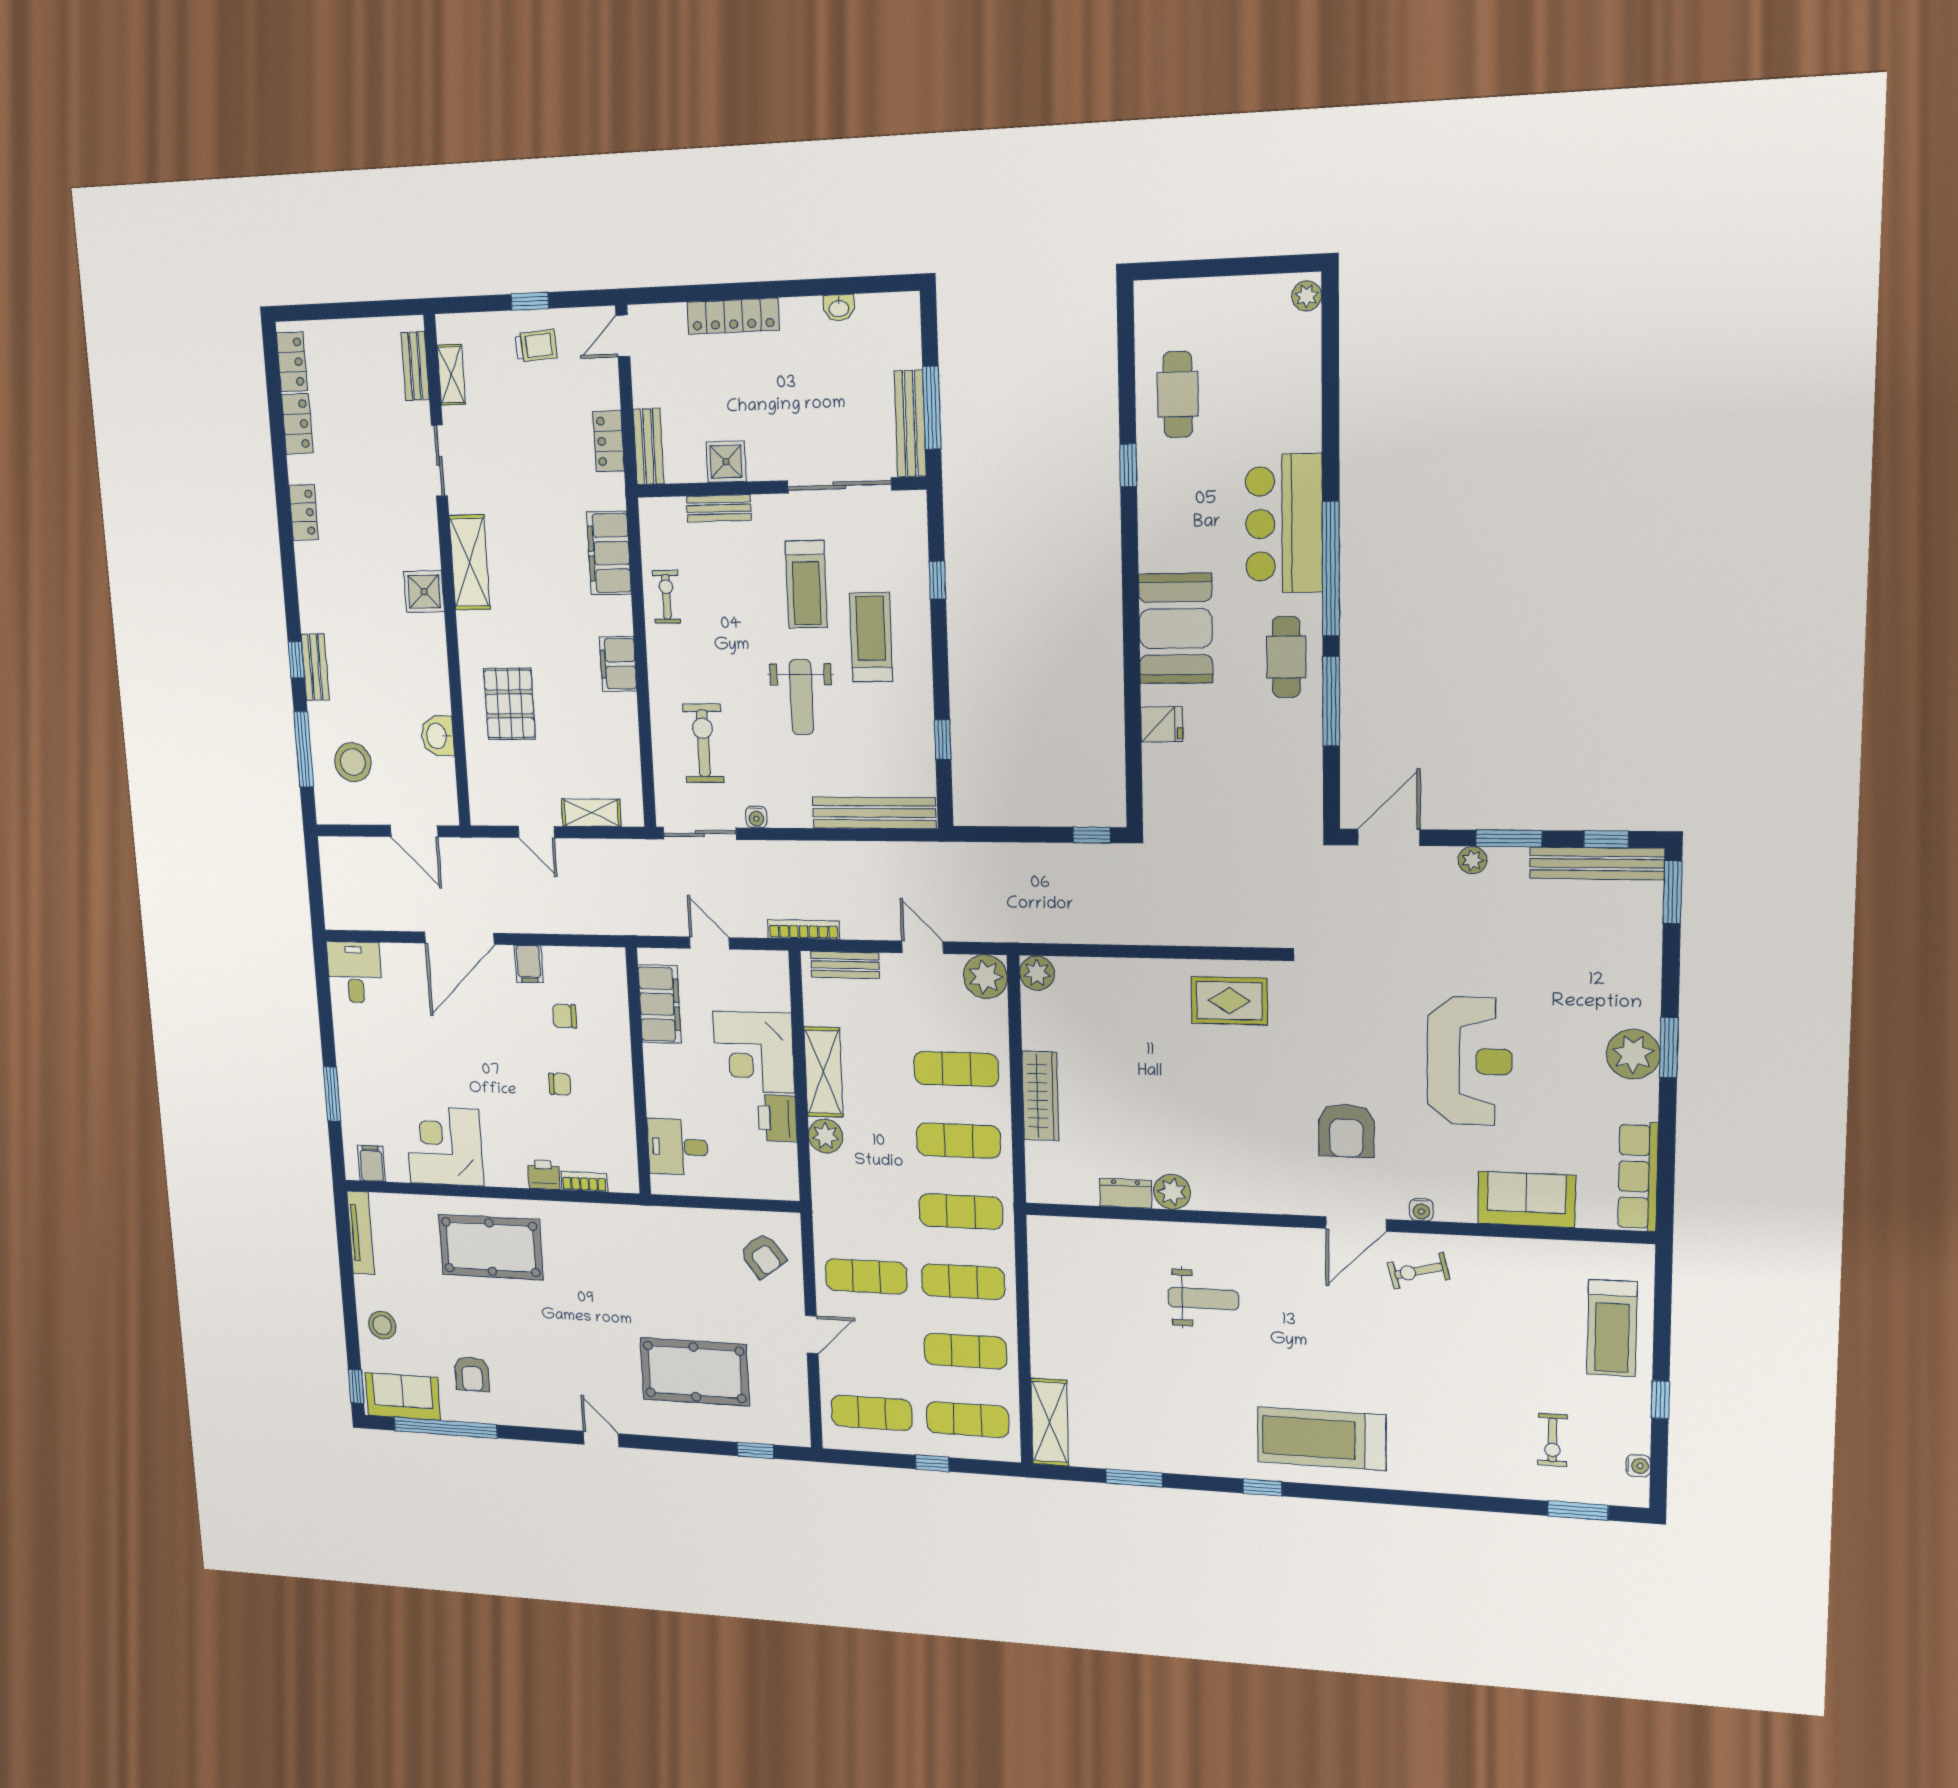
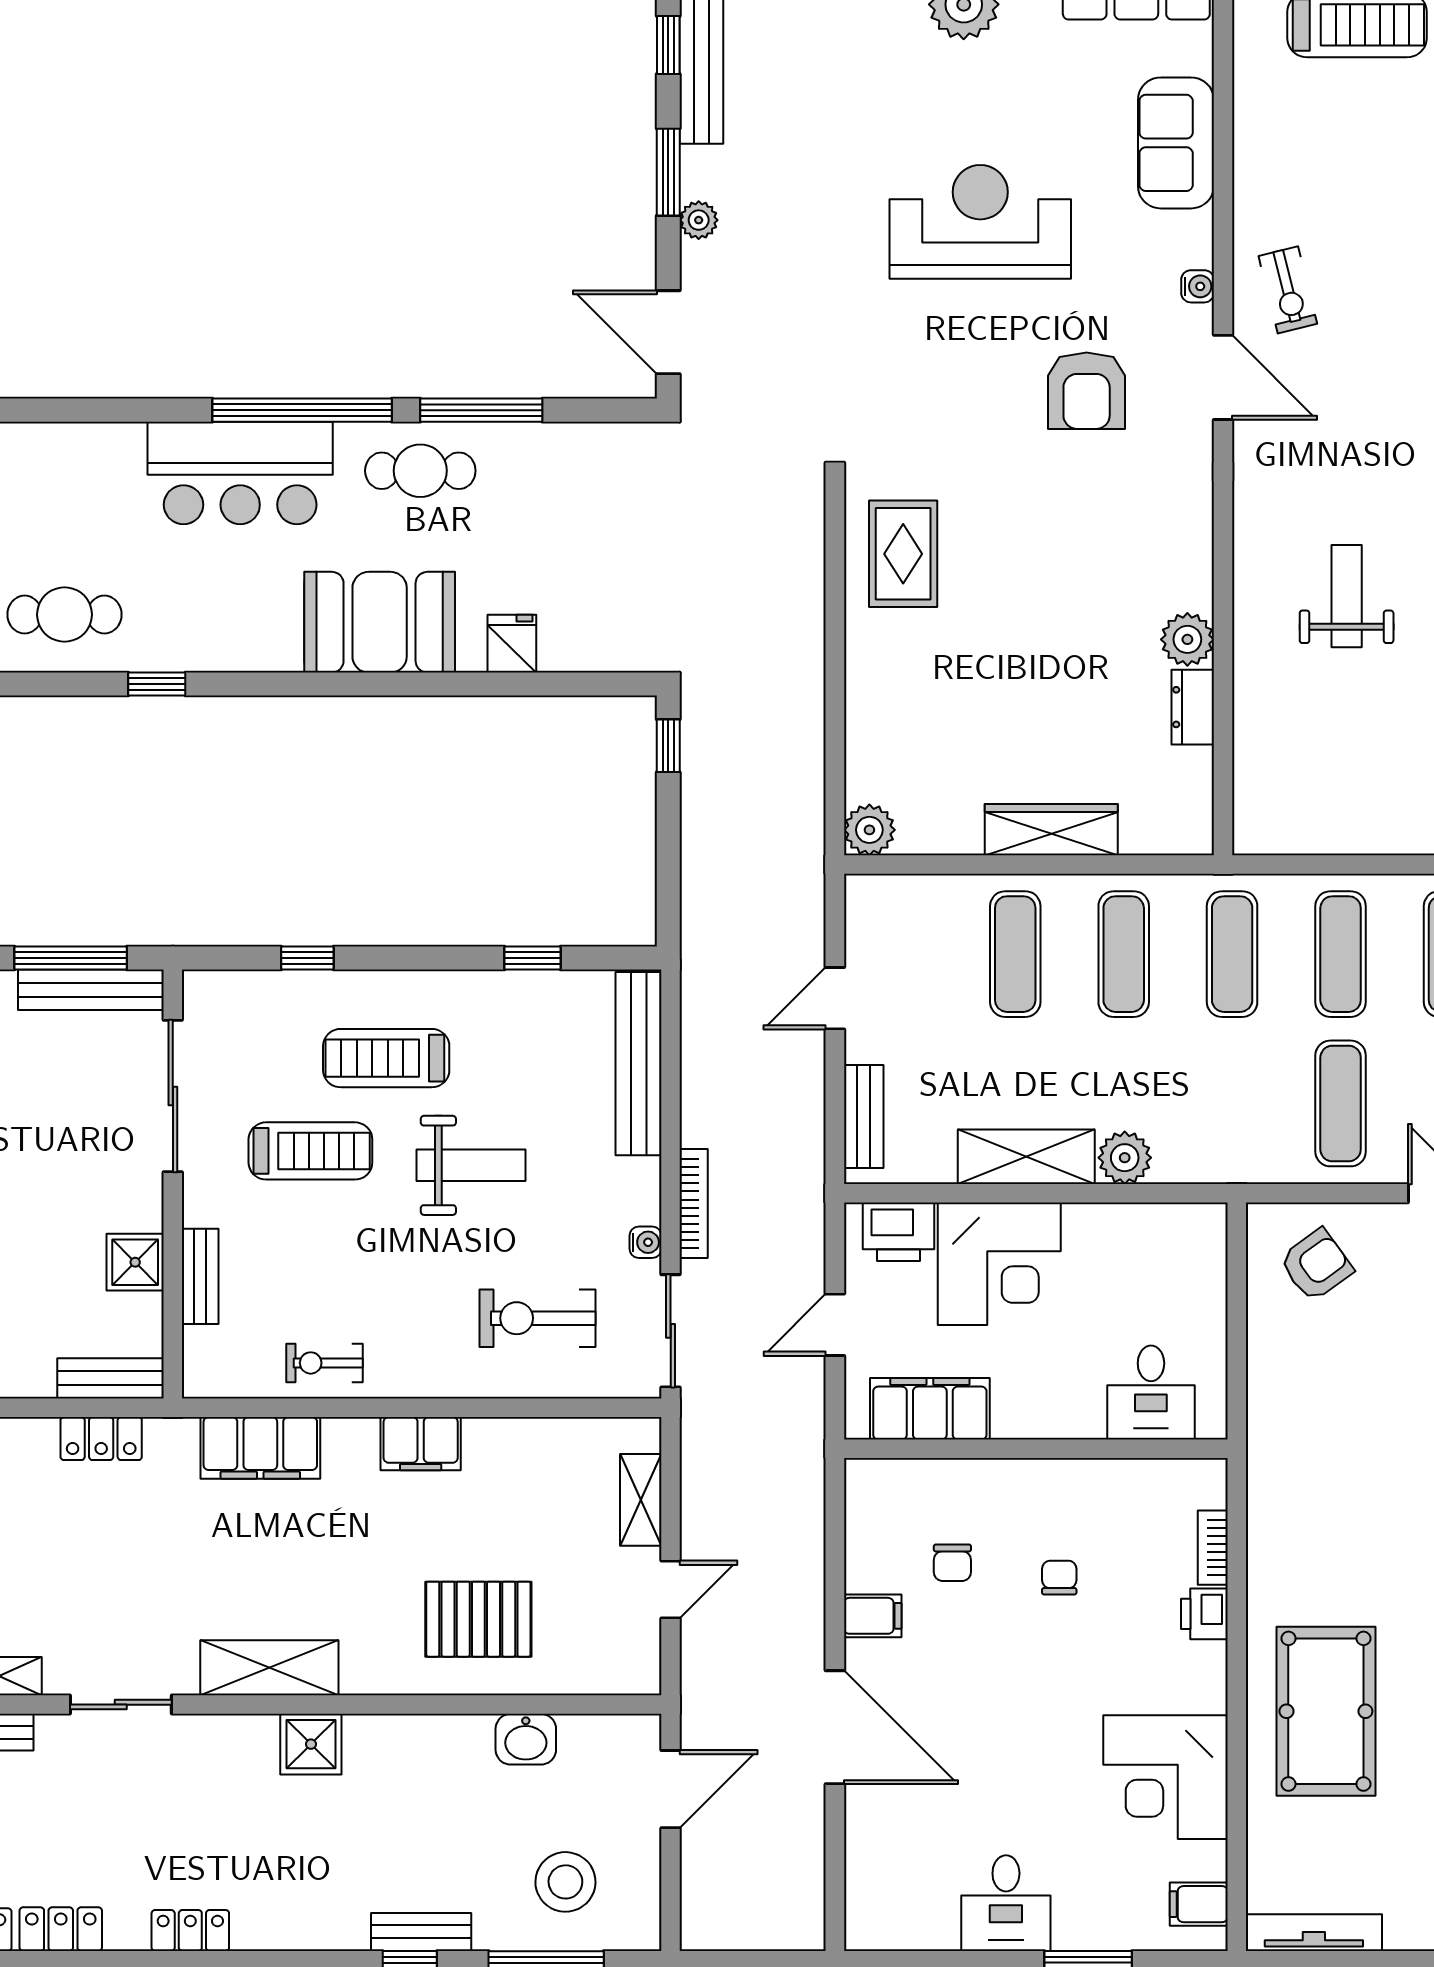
bookcase: (804, 929) -> (694, 1204), moved, turned 180
desk: (355, 972) -> (1006, 1903), moved, turned -90
plant: (985, 977) -> (876, 906), removed
printer: (777, 1118) -> (899, 1232), moved
armchair: (1346, 1131) -> (1087, 391), turned 90

